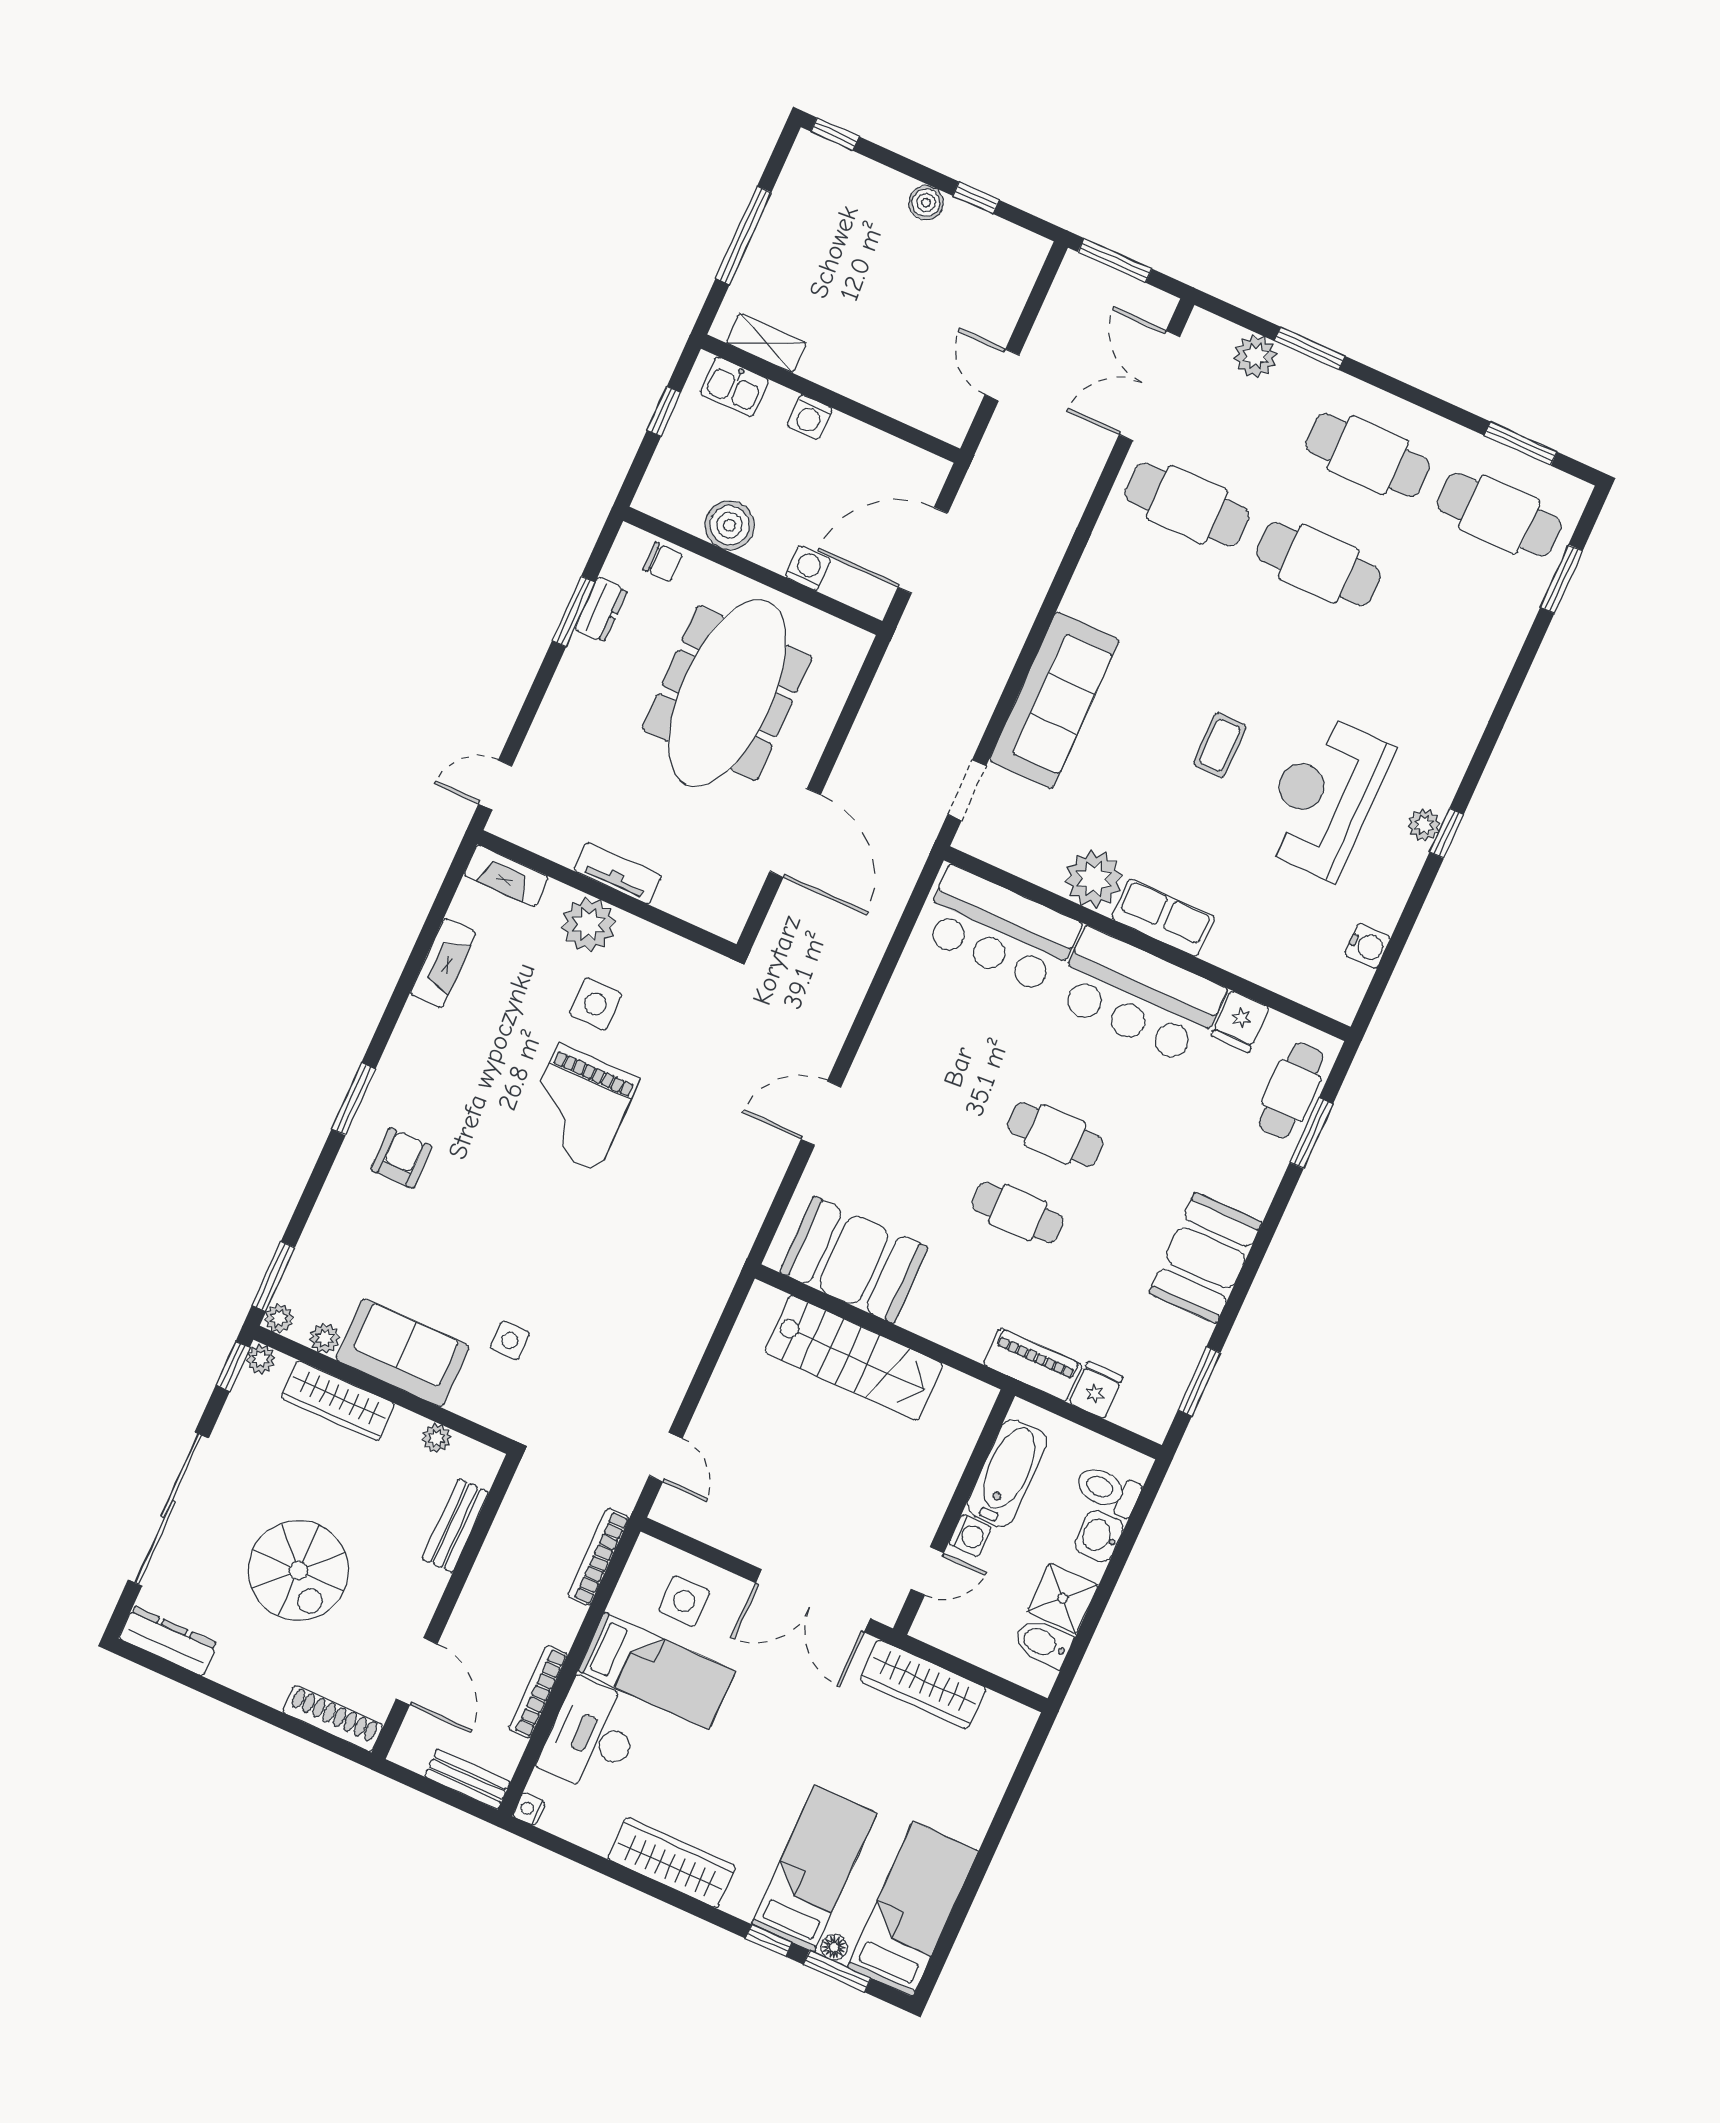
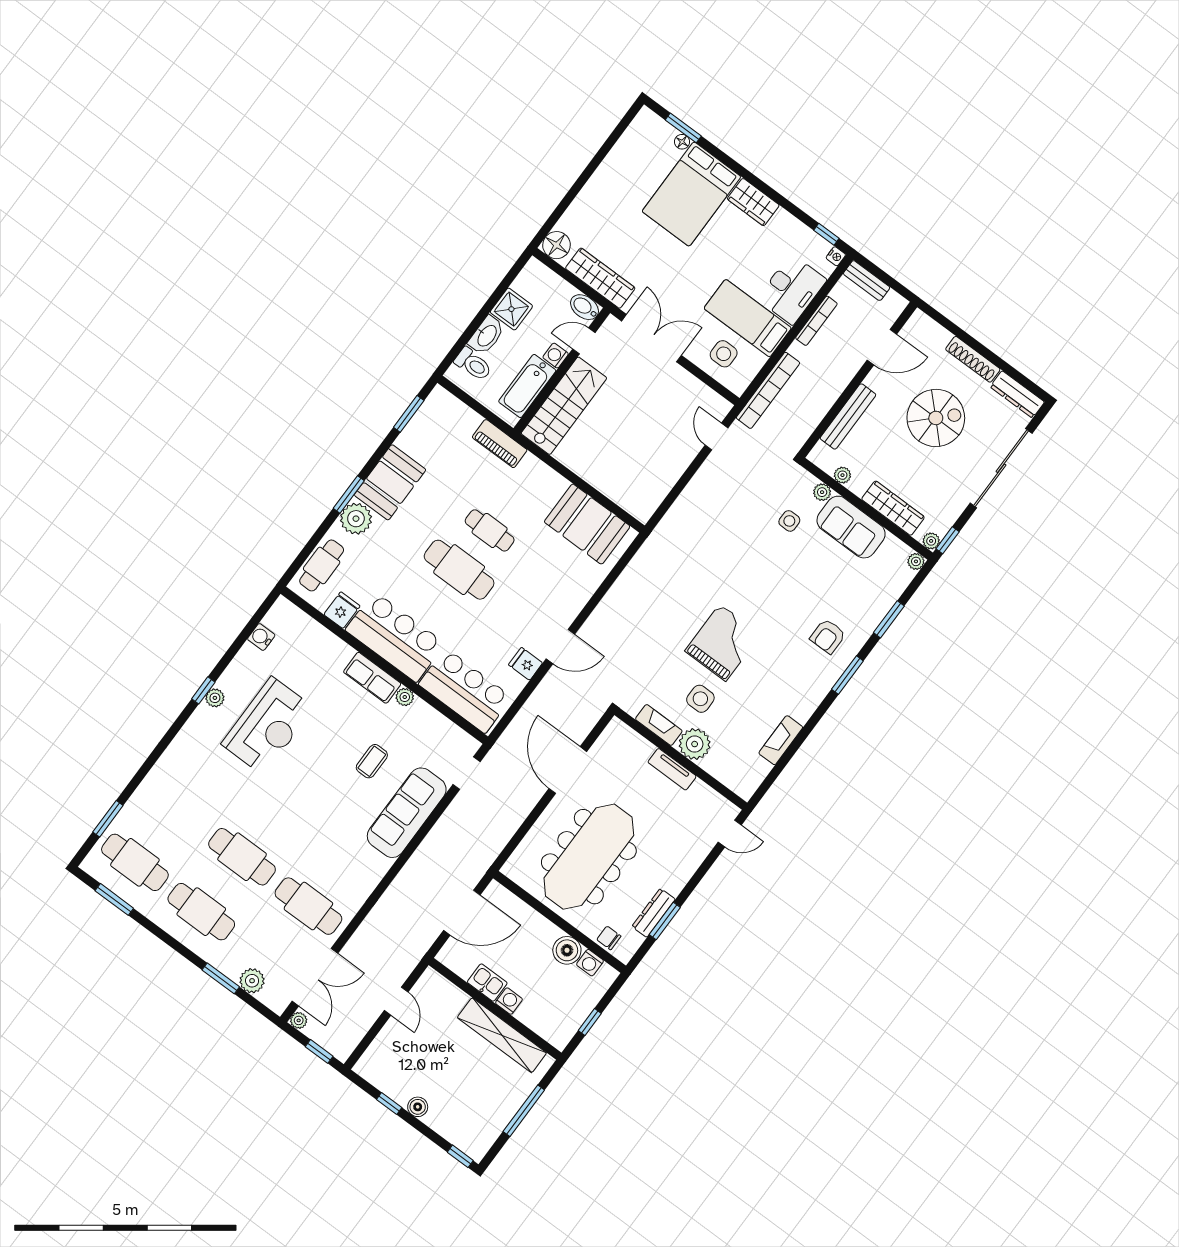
window: (1115, 260) -> (319, 1051), width x0.67
plant: (1161, 306) -> (299, 1020), added
shelving: (766, 343) -> (502, 1035), width x2.20, depth x1.33
kitchen sink: (734, 387) -> (487, 983), moved
washing machine: (808, 568) -> (590, 963), moved
dresser: (601, 610) -> (654, 913), width x1.44
coffee table: (1220, 745) -> (372, 761), moved
fireplace: (506, 876) -> (659, 725), moved
plant: (1094, 879) -> (405, 697), width x0.53, depth x0.53
door: (821, 1113) -> (560, 647), moved
window: (1311, 1133) -> (349, 495), moved
cafe table: (1055, 1134) -> (459, 570), width x1.37, depth x1.35
plant: (1250, 1183) -> (356, 519), added
window: (273, 1276) -> (889, 619), moved
plant: (325, 1338) -> (822, 492), moved
stairs: (854, 1358) -> (564, 406), moved, turned 90
fridge: (1096, 1390) -> (526, 664), moved, turned 90
bench: (455, 1526) -> (848, 416), width x1.36
washbasin: (1099, 1536) -> (487, 335), width x1.38
bookcase: (598, 1557) -> (768, 390), width x1.48, depth x1.31
spiral stairs: (298, 1571) -> (936, 418), turned 90
bidet: (1043, 1643) -> (584, 307), moved, turned 180
door: (417, 1671) -> (882, 347), swing flipped
shoe rack: (333, 1719) -> (973, 359), moved
floor lamp: (1010, 1724) -> (557, 245), added
wardrobe: (672, 1863) -> (753, 202), width x0.67
bed: (814, 1869) -> (691, 194), width x1.50
bed: (913, 1909) -> (633, 153), removed
window: (769, 1941) -> (826, 234), moved

